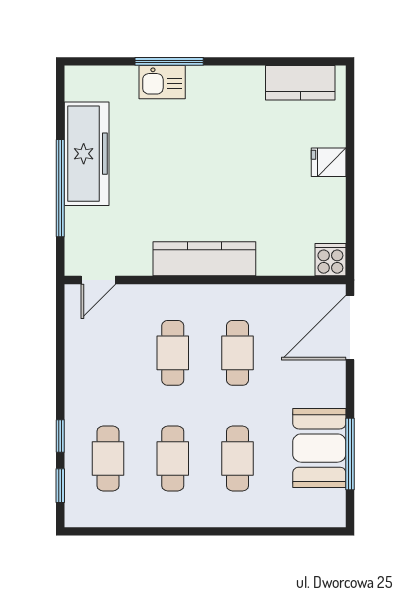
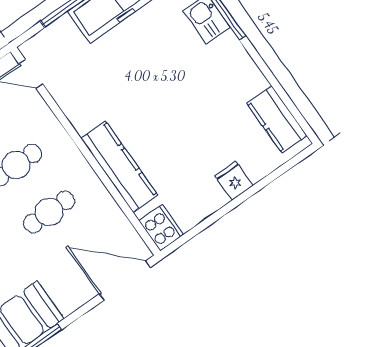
kitchen counter: (204, 259) -> (119, 167), moved
cooker: (330, 260) -> (161, 228), width x1.36

